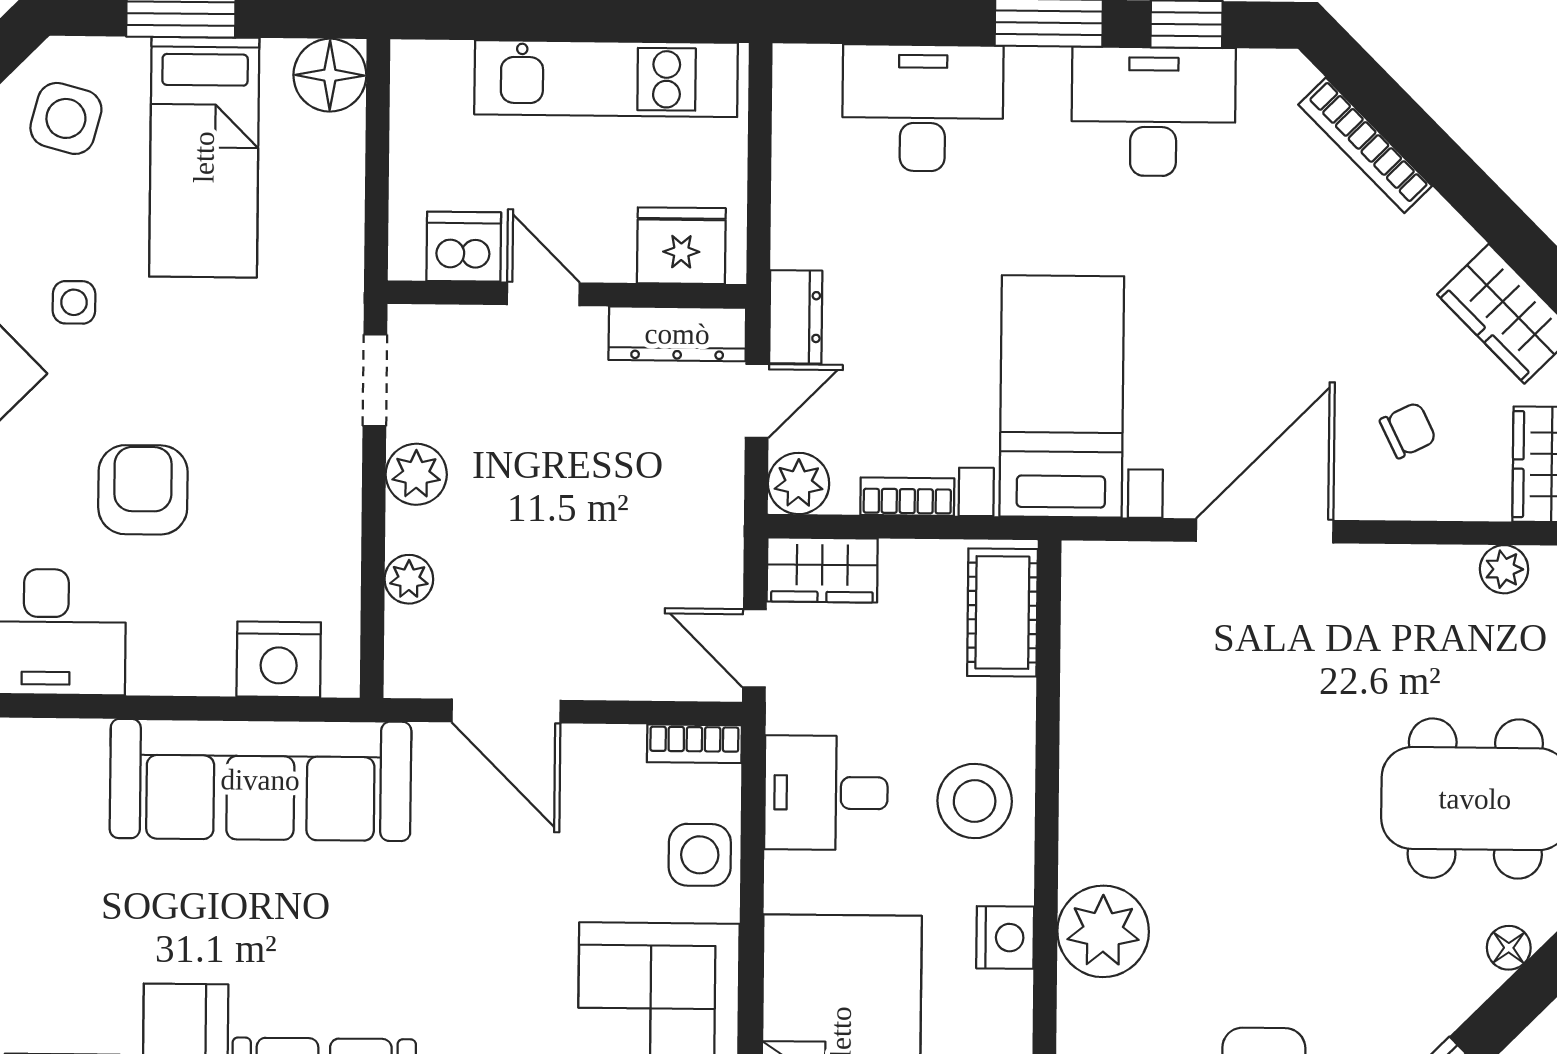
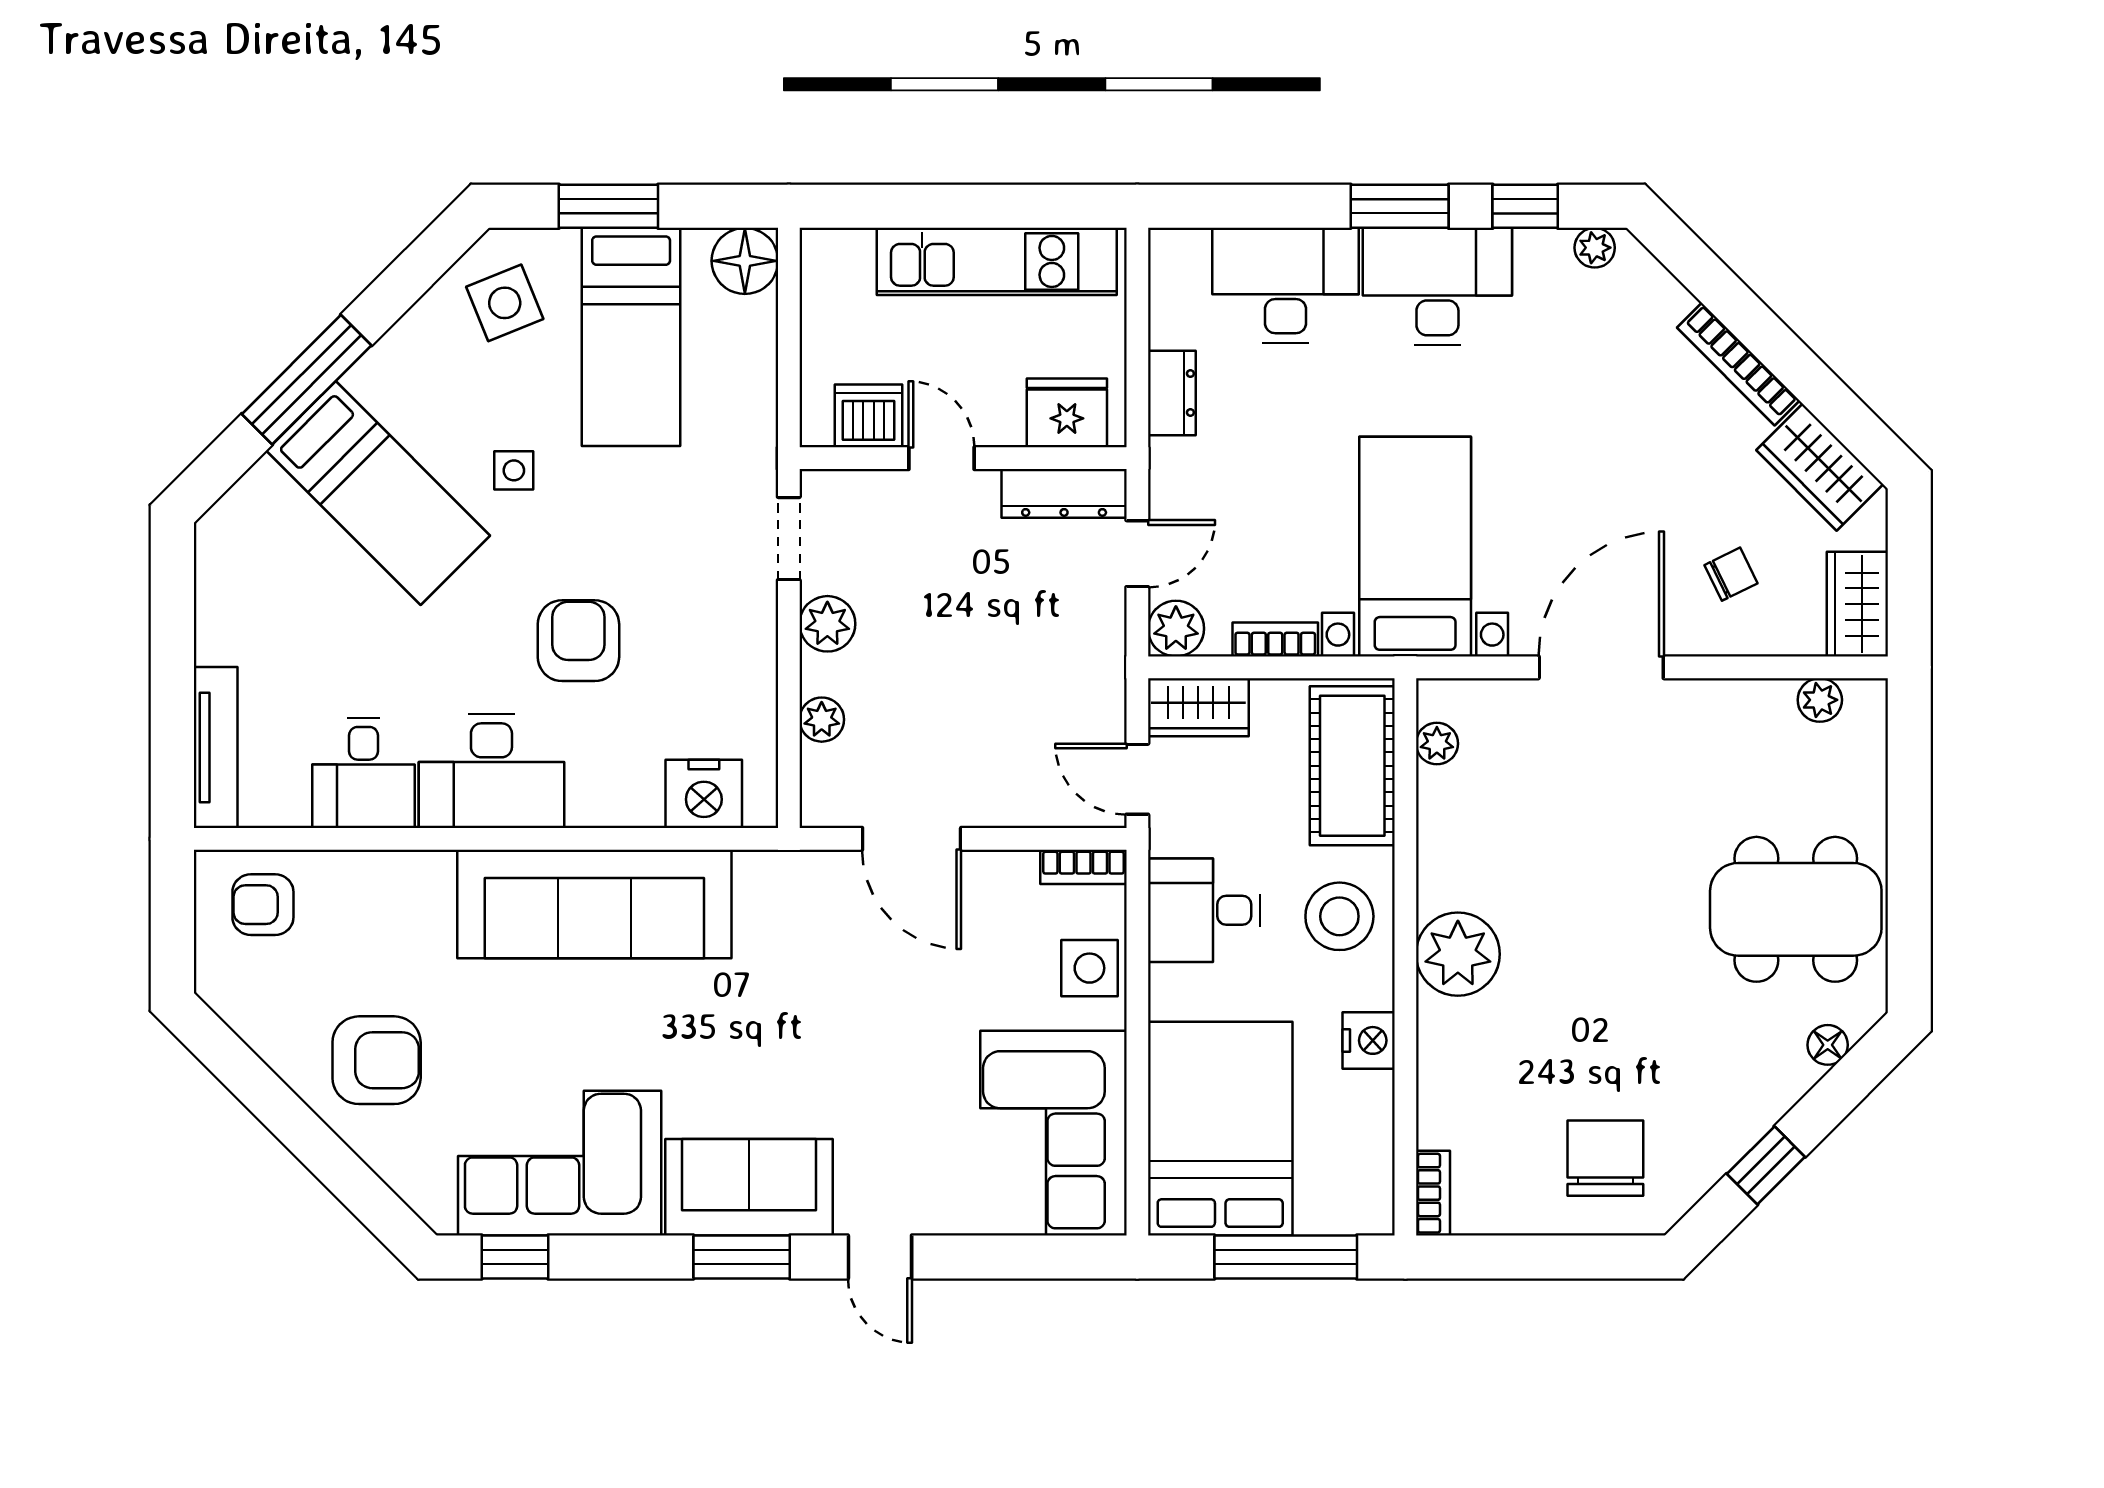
plant: (1262, 70) -> (1595, 248), added
desk: (1153, 112) -> (1437, 286), moved
side table: (66, 118) -> (505, 303), turned -37
bookcase: (1365, 145) -> (1738, 364), moved
dresser: (796, 317) -> (1172, 393), moved
cot: (1002, 613) -> (1352, 766), width x1.37, depth x1.34
plant: (1084, 613) -> (1437, 744), added
sofa: (260, 780) -> (594, 904), moved
plant: (1103, 931) -> (1458, 954), moved

